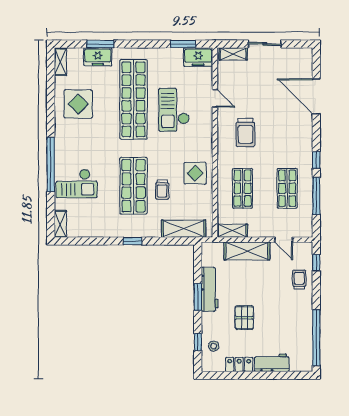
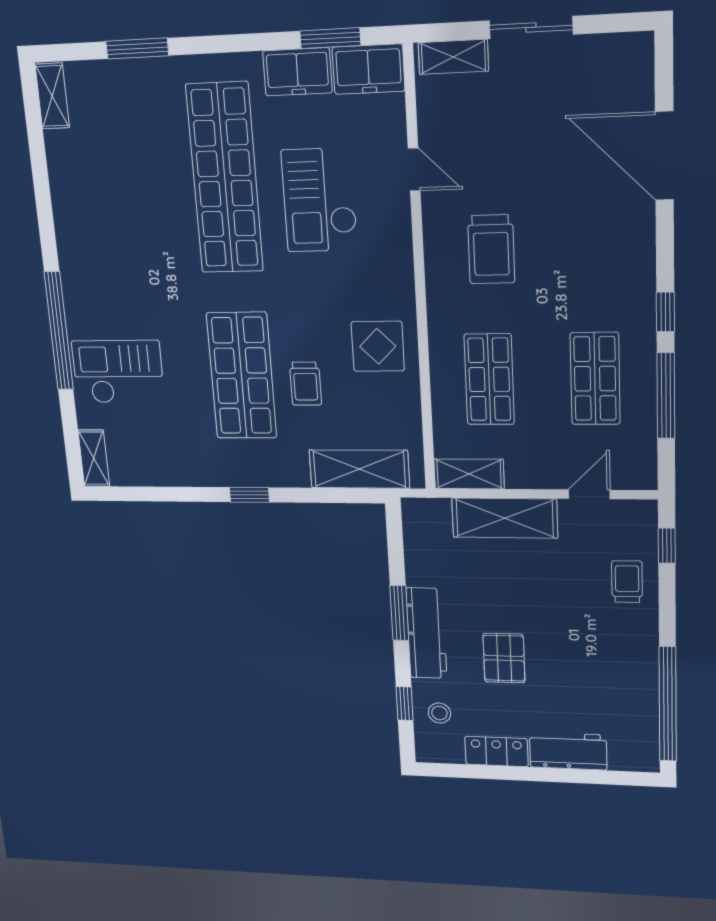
freezer: (98, 57) -> (297, 72), moved
display table: (78, 104) -> (103, 193), removed
checkout: (77, 183) -> (118, 372), turned 180
door: (284, 240) -> (589, 494), swing flipped
workbench: (210, 289) -> (426, 633), moved

